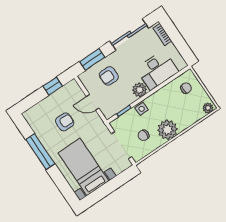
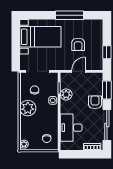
armchair: (109, 76) -> (95, 102), moved
plant: (140, 90) -> (66, 94), moved

